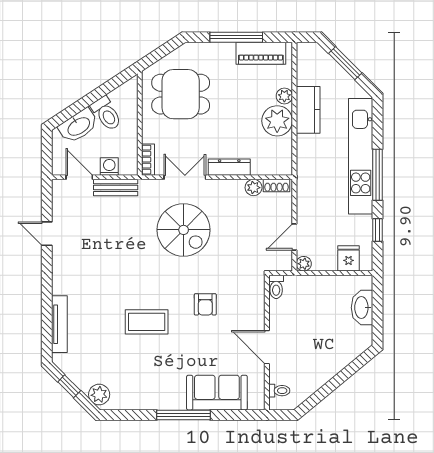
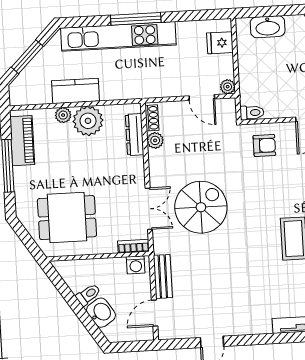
dining table: (181, 94) -> (67, 218), turned 90
toilet: (106, 114) -> (88, 295), width x0.73, depth x0.72
washbasin: (78, 126) -> (101, 313), width x0.72
washing machine: (109, 166) -> (136, 265), moved, turned -90
dresser: (229, 167) -> (135, 135), moved
double door: (185, 177) -> (149, 209), swing flipped
window: (377, 230) -> (190, 16), removed
armchair: (205, 304) -> (264, 145), moved

